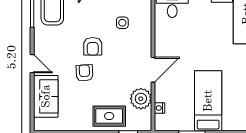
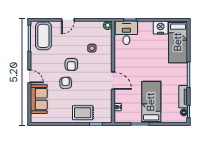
door: (153, 70) -> (113, 81), hinge flipped
plant: (141, 99) -> (105, 101), removed

